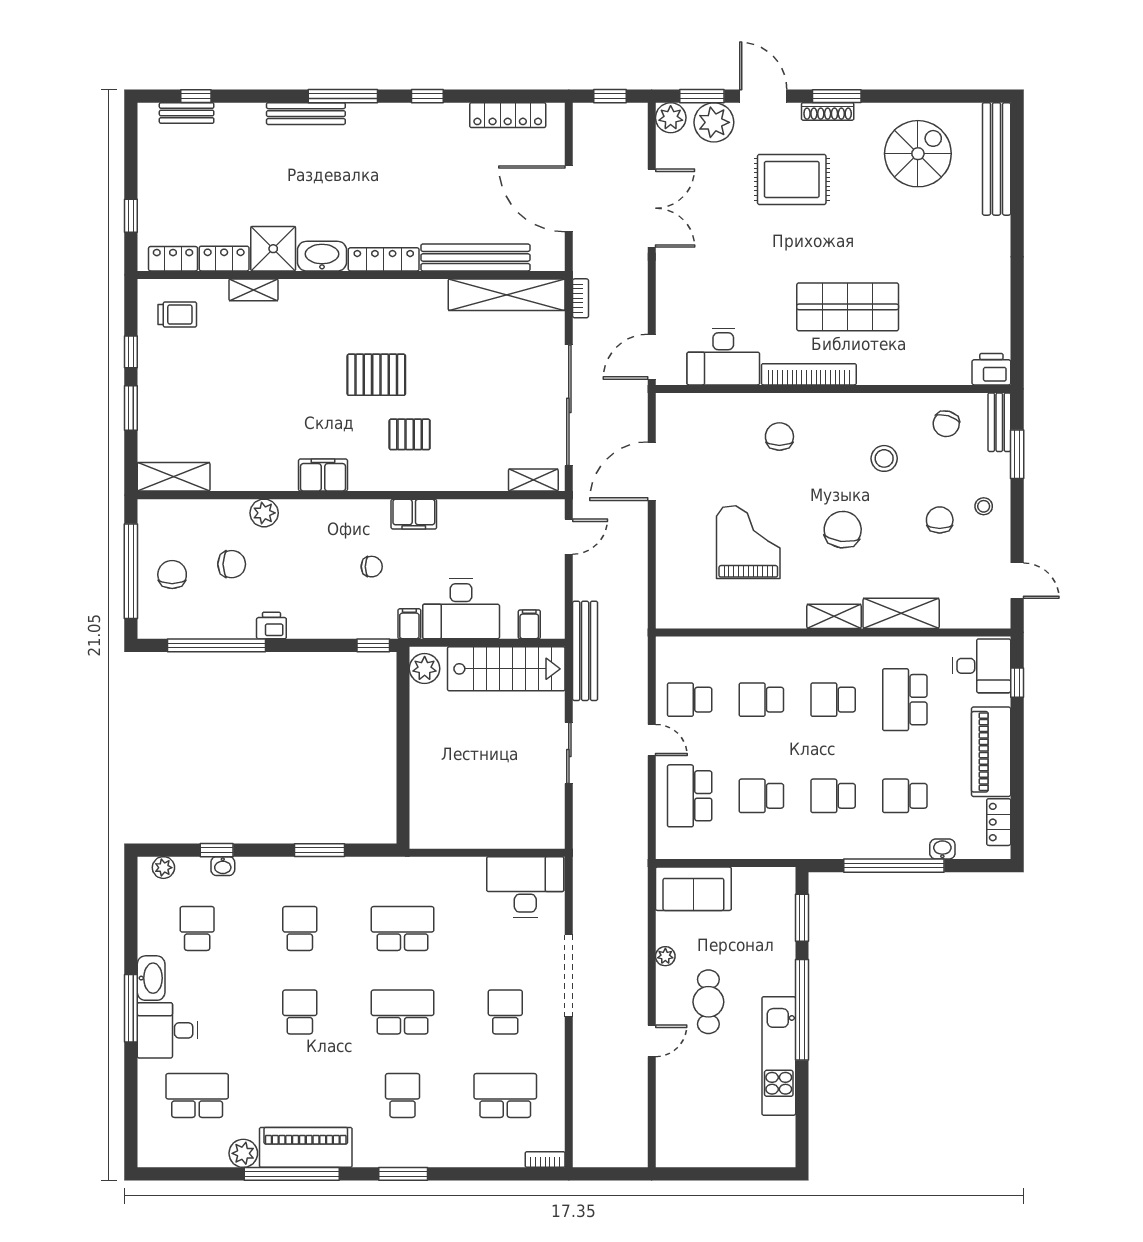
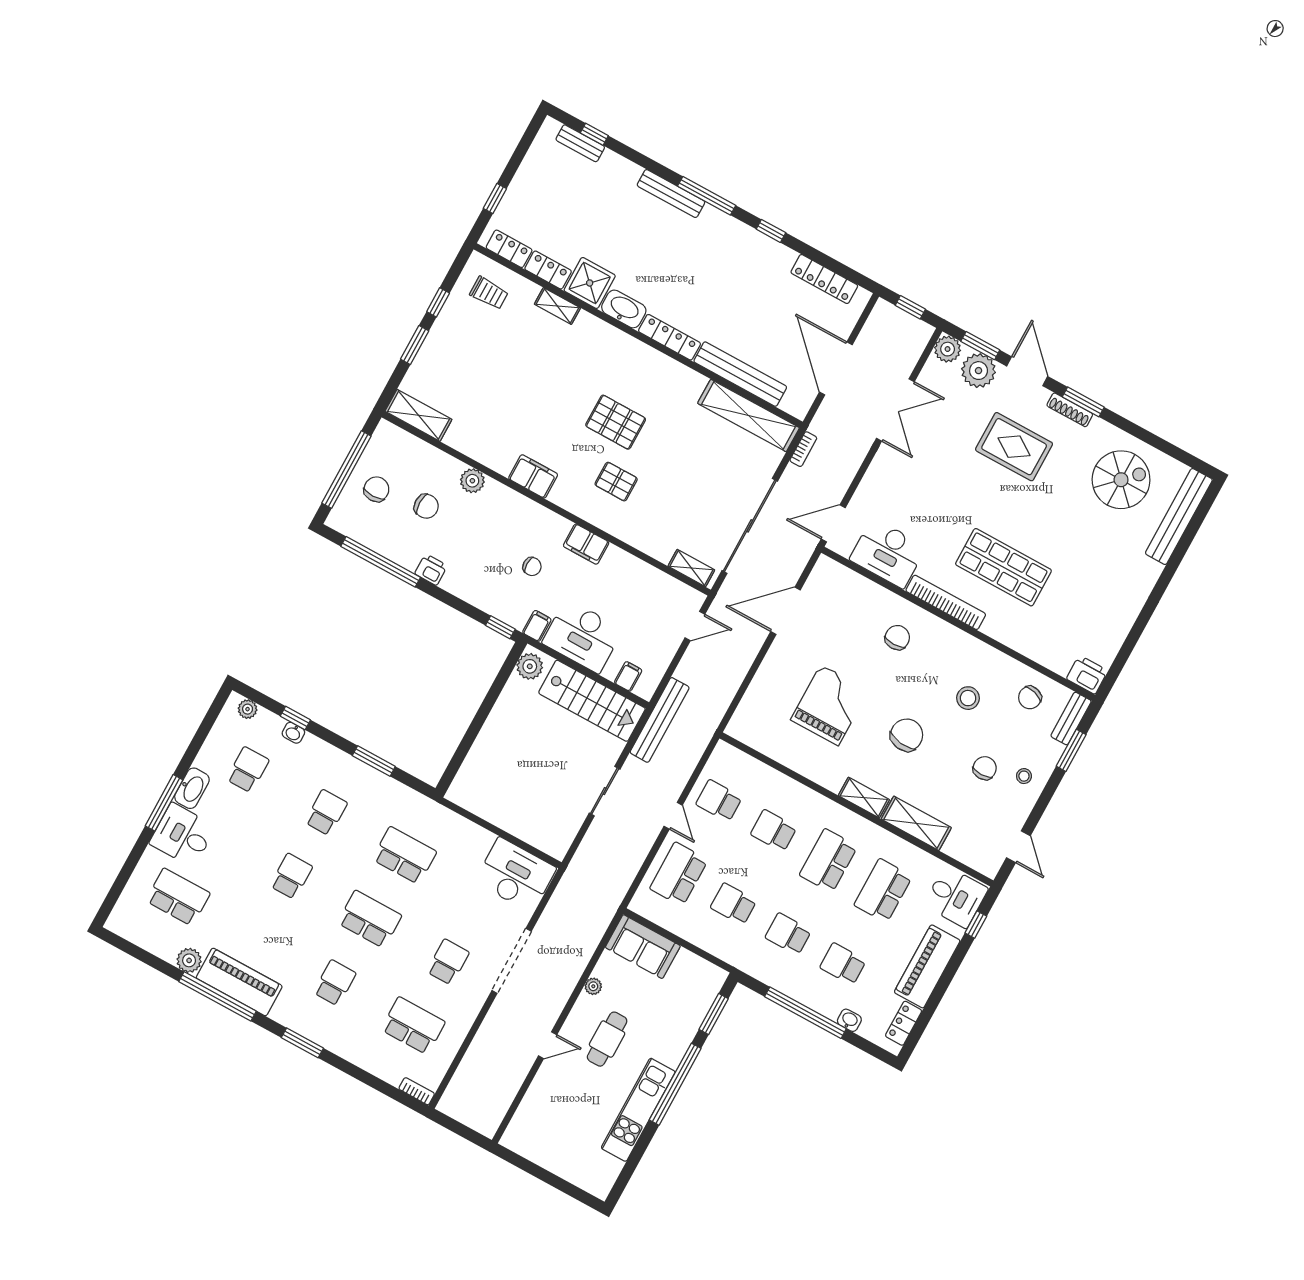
school desk: (833, 700) -> (828, 861), width x1.85

